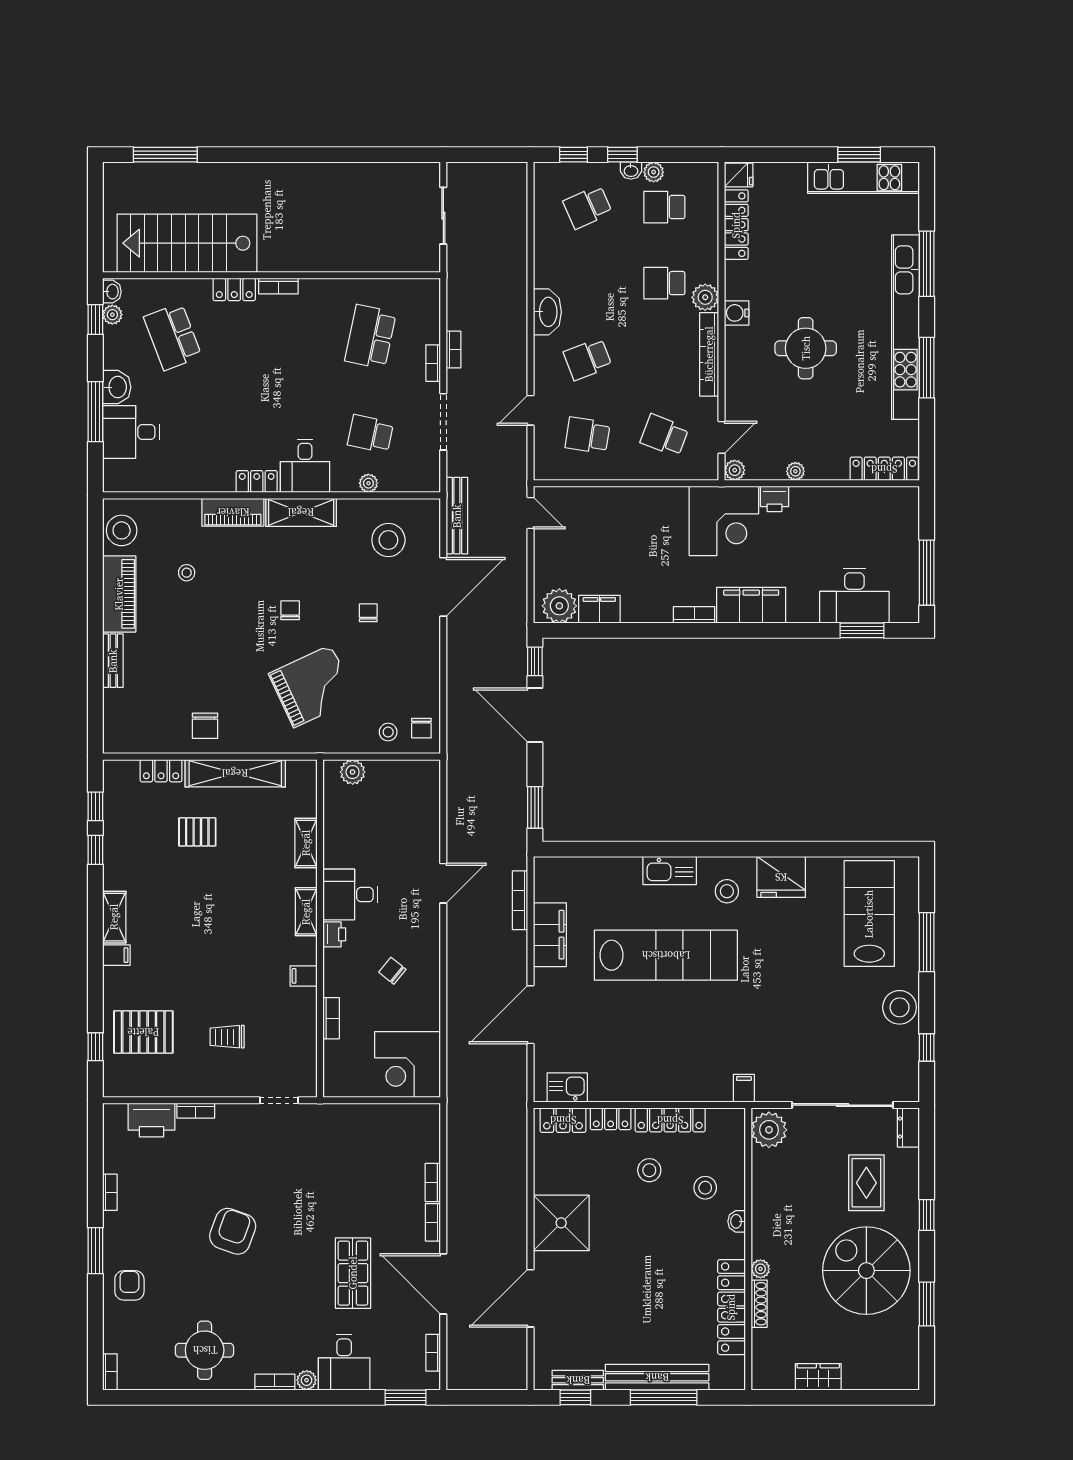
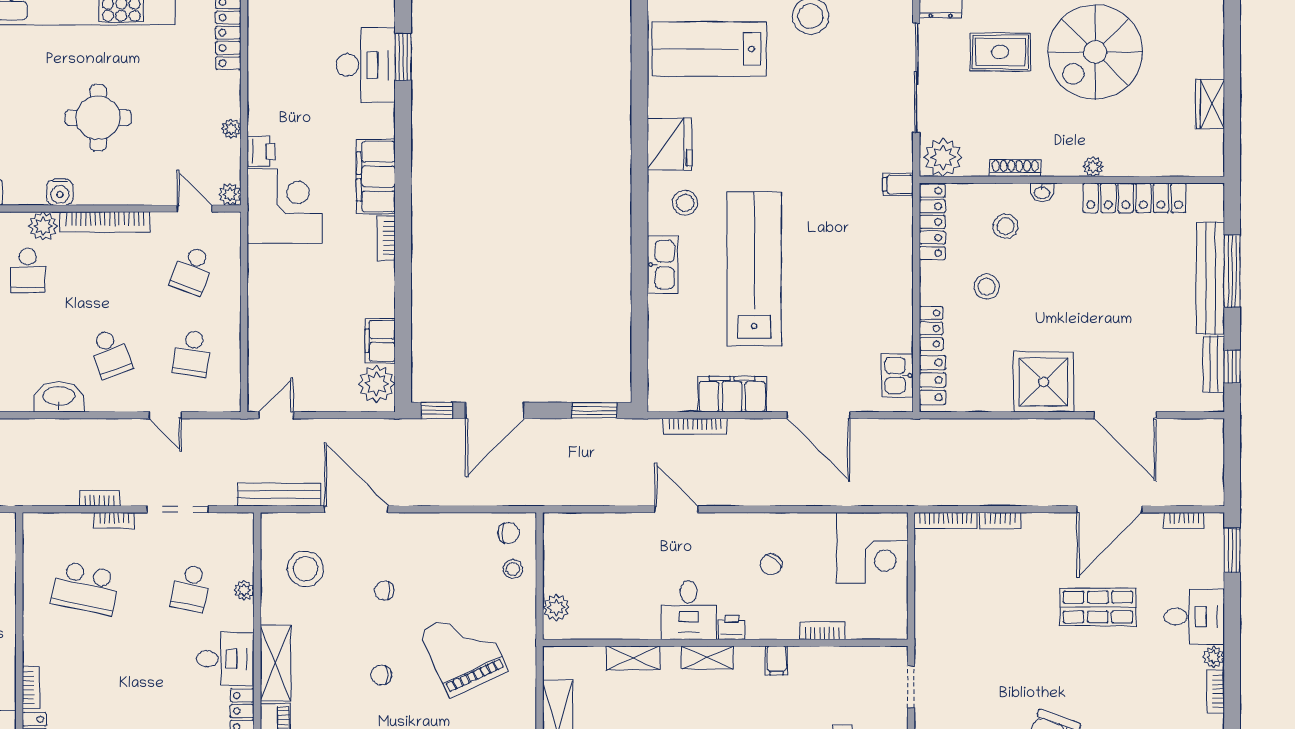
locker: (670, 1120) -> (932, 222), moved
bookcase: (433, 1222) -> (946, 521), moved, width x1.56
shoe rack: (759, 1304) -> (1015, 168), moved

